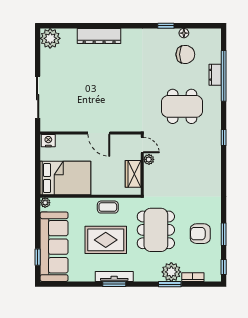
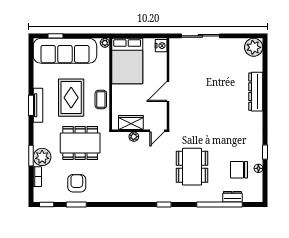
chair: (185, 54) -> (239, 170), turned 90
dresser: (215, 75) -> (232, 197), moved
plant: (149, 159) -> (134, 137), moved

